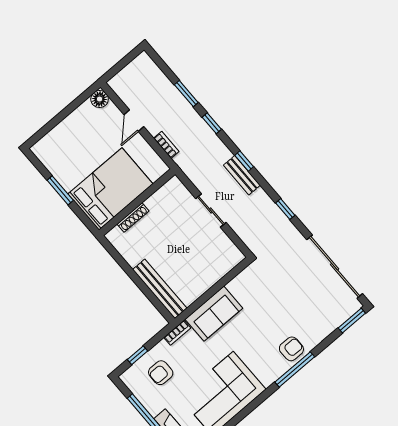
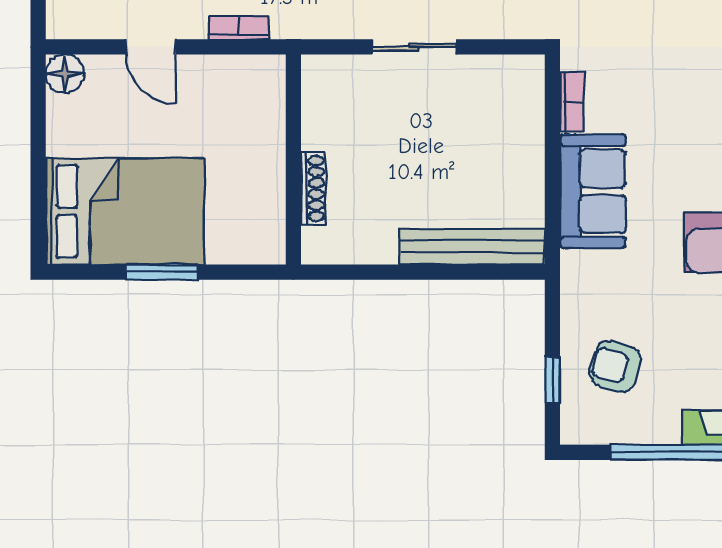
bed: (110, 189) -> (125, 211), moved, turned 90
bookcase: (177, 333) -> (572, 102), moved
armchair: (161, 373) -> (615, 366), turned 105

